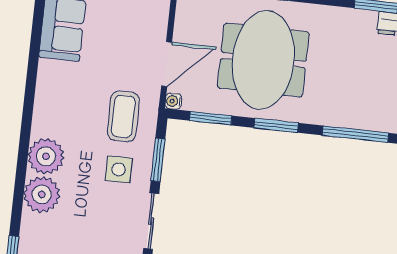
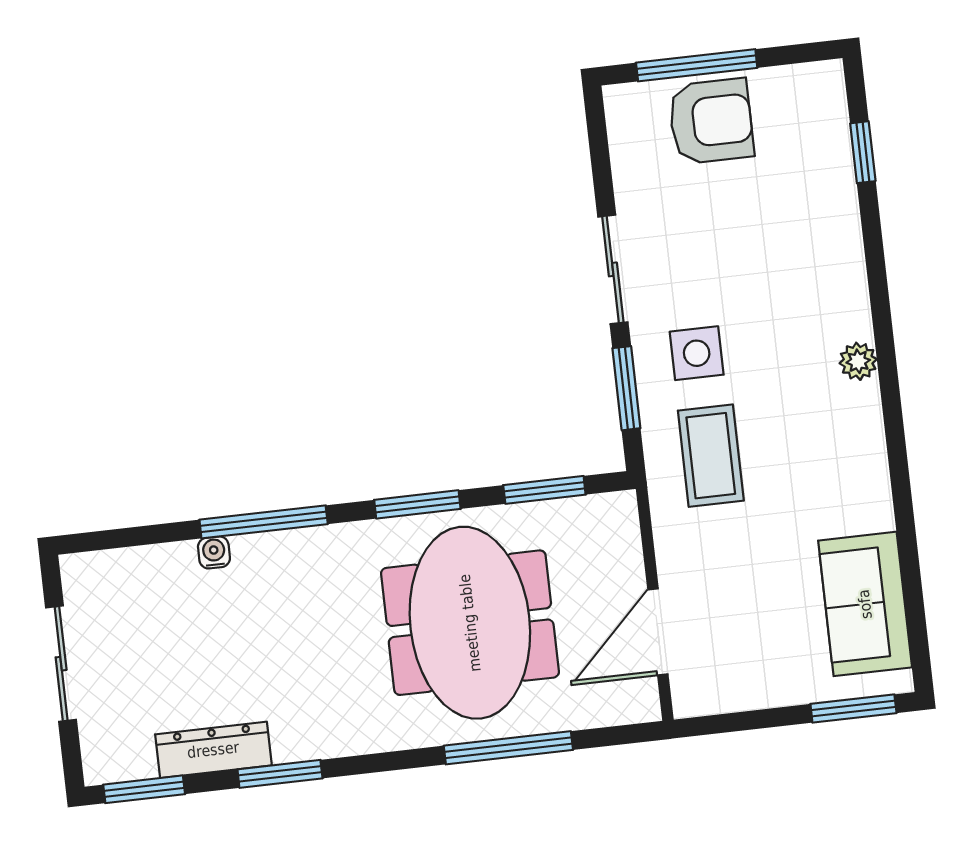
door: (167, 64) -> (658, 632), moved
water cooler: (173, 101) -> (214, 552), moved, turned -90
plant: (46, 156) -> (858, 361), width x0.53, depth x0.53
plant: (42, 194) -> (831, 273), removed

